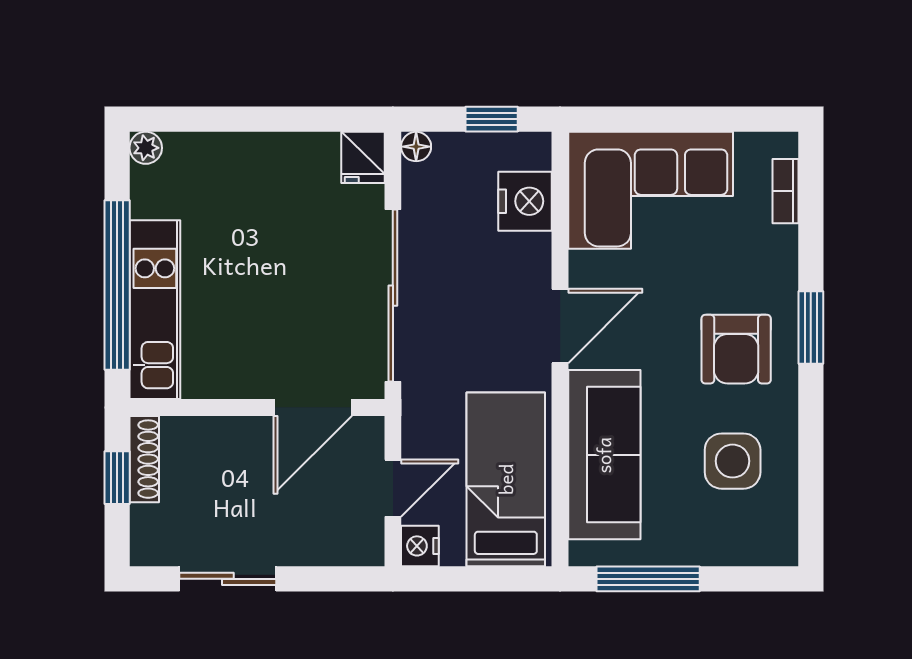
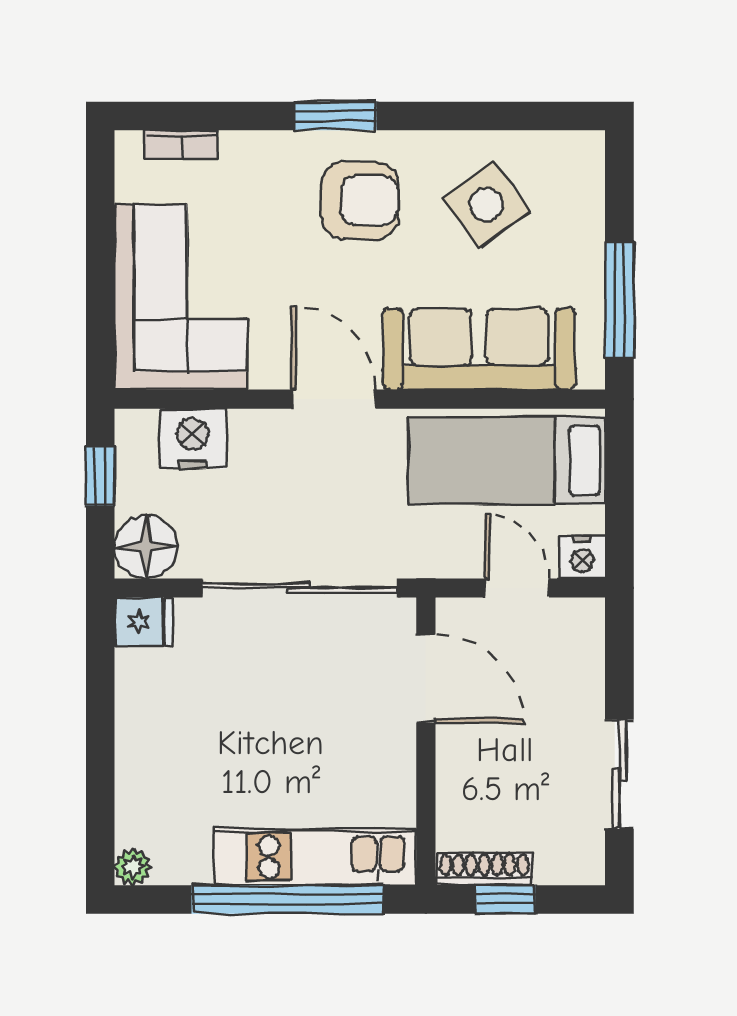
floor lamp: (416, 147) -> (146, 547), width x1.89, depth x1.89
side table: (733, 461) -> (486, 204), turned -36

